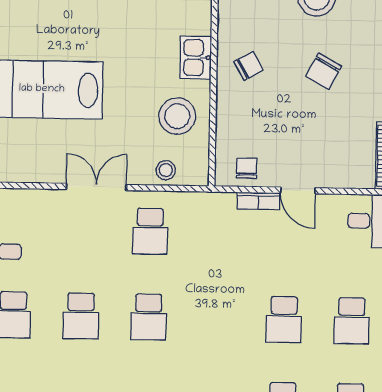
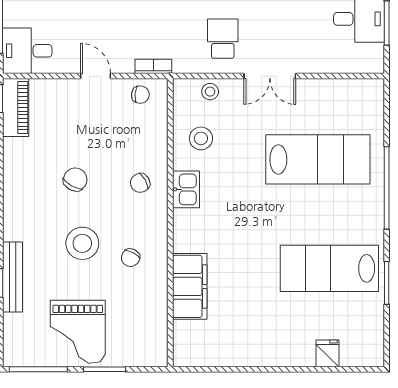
stool: (177, 116) -> (201, 138), width x0.73, depth x0.73
chair: (247, 168) -> (140, 95), turned -85
bookcase: (258, 201) -> (153, 66), moved

